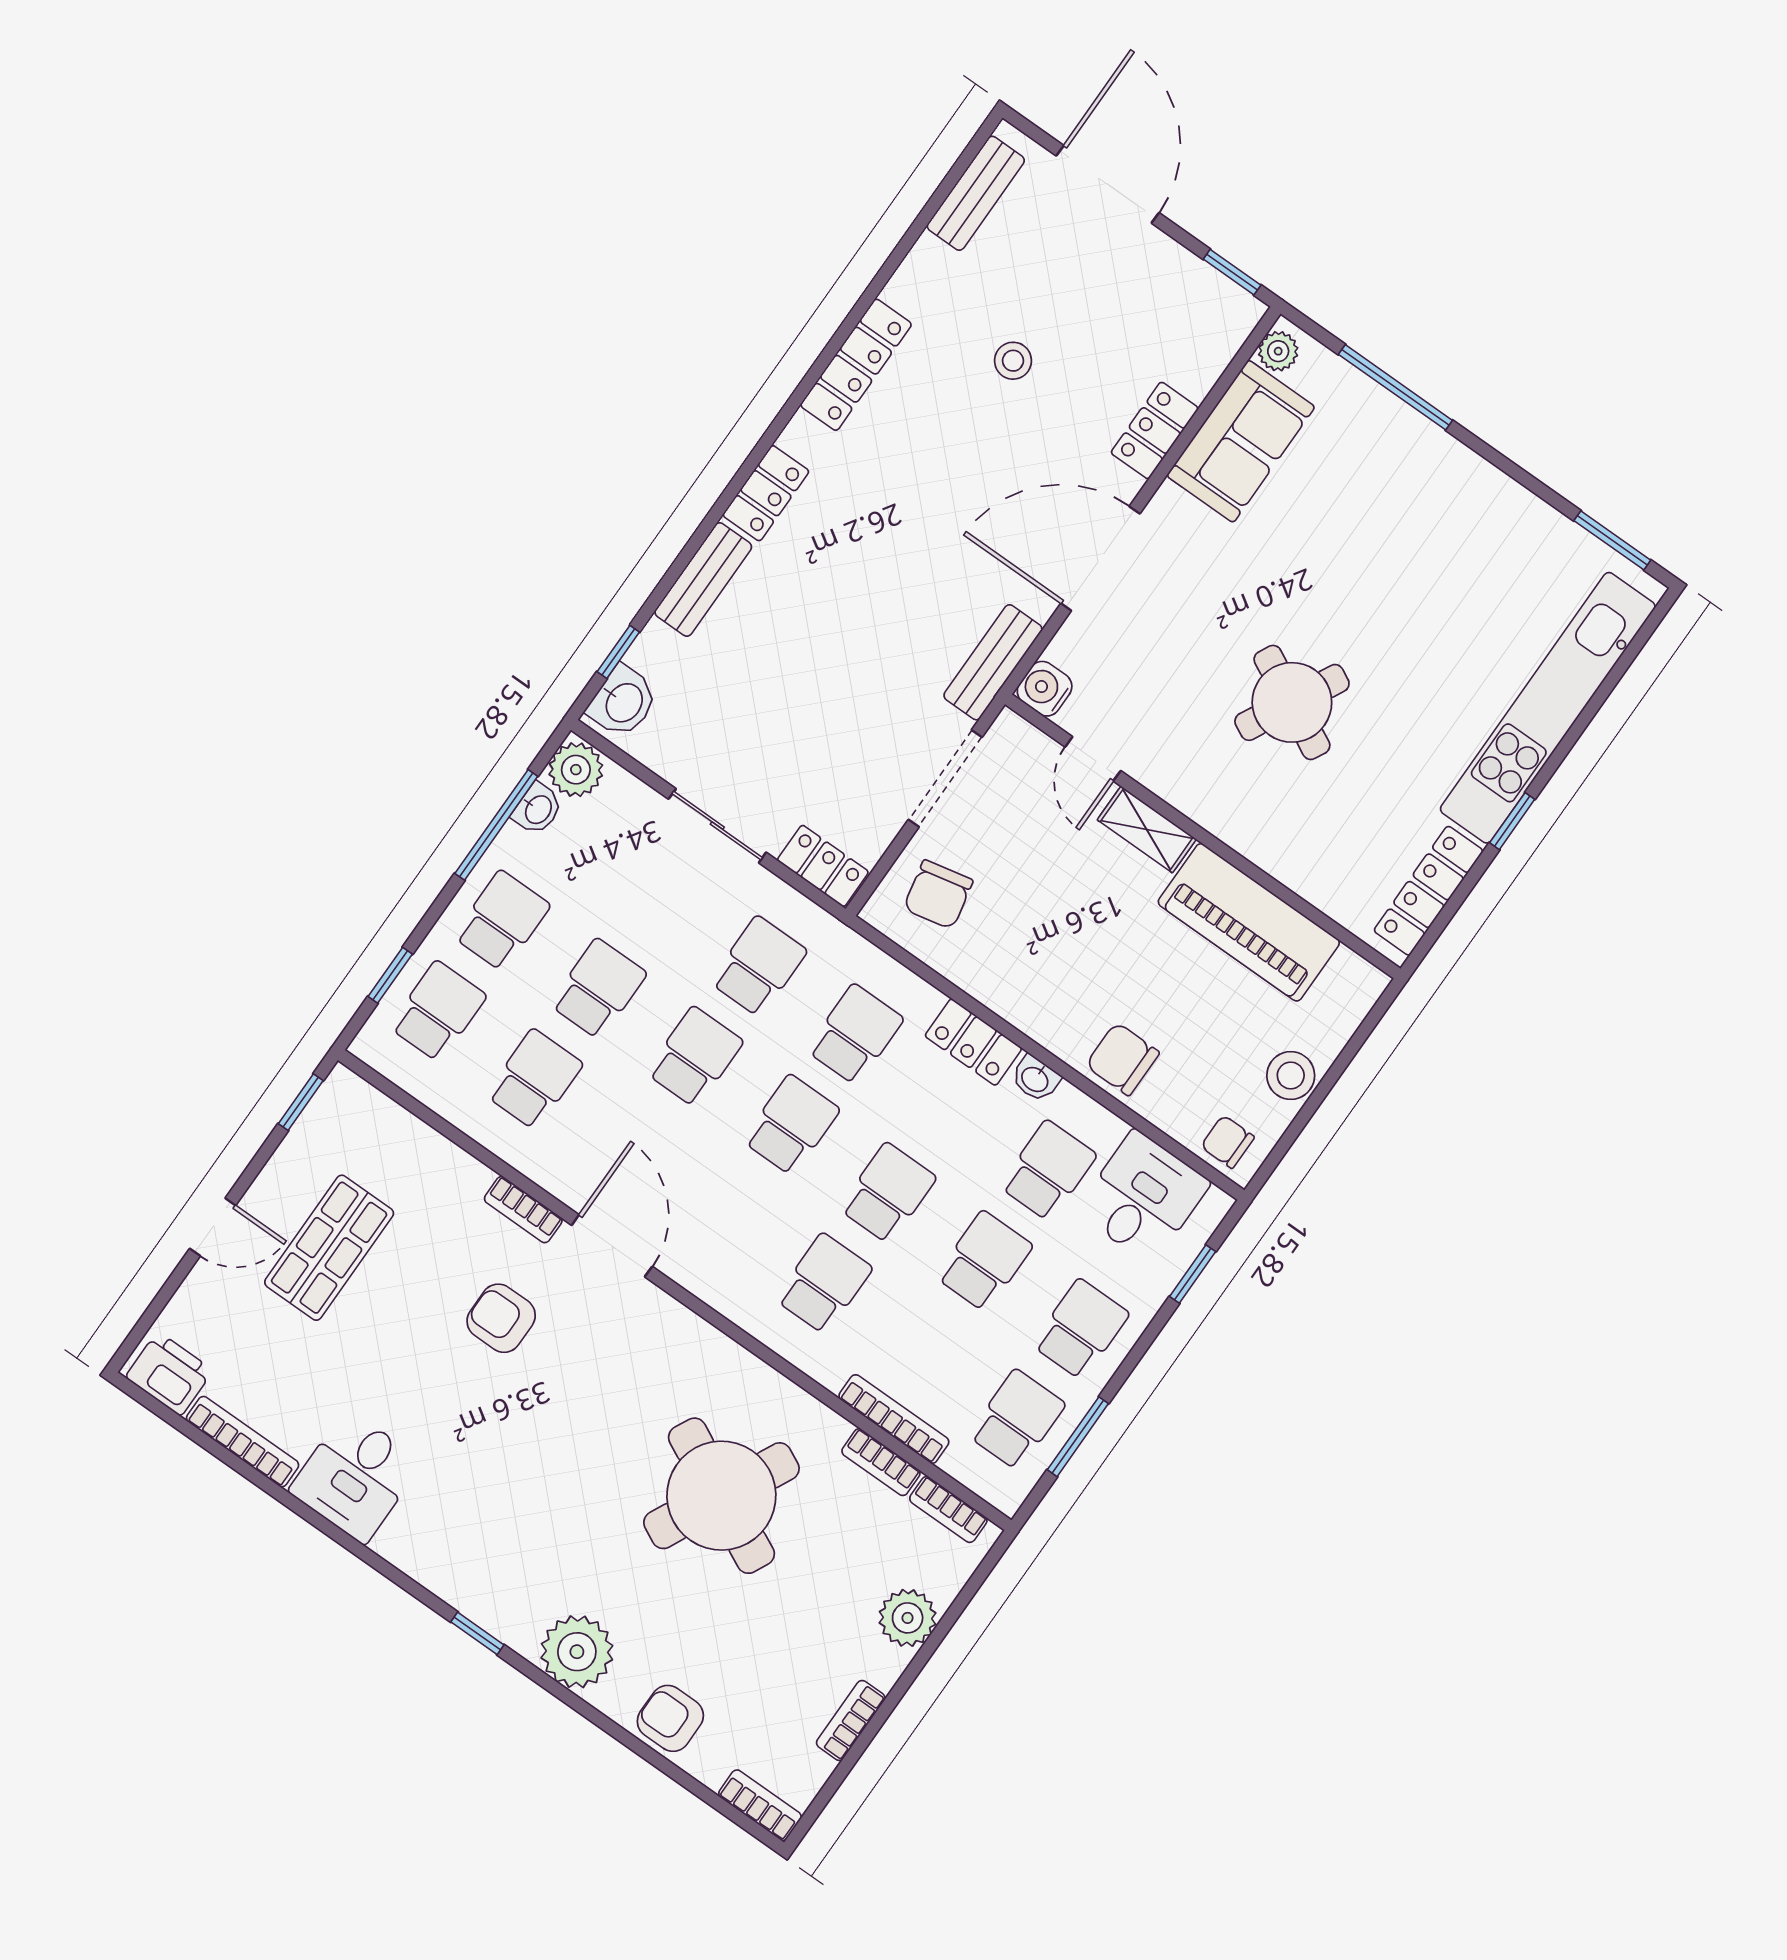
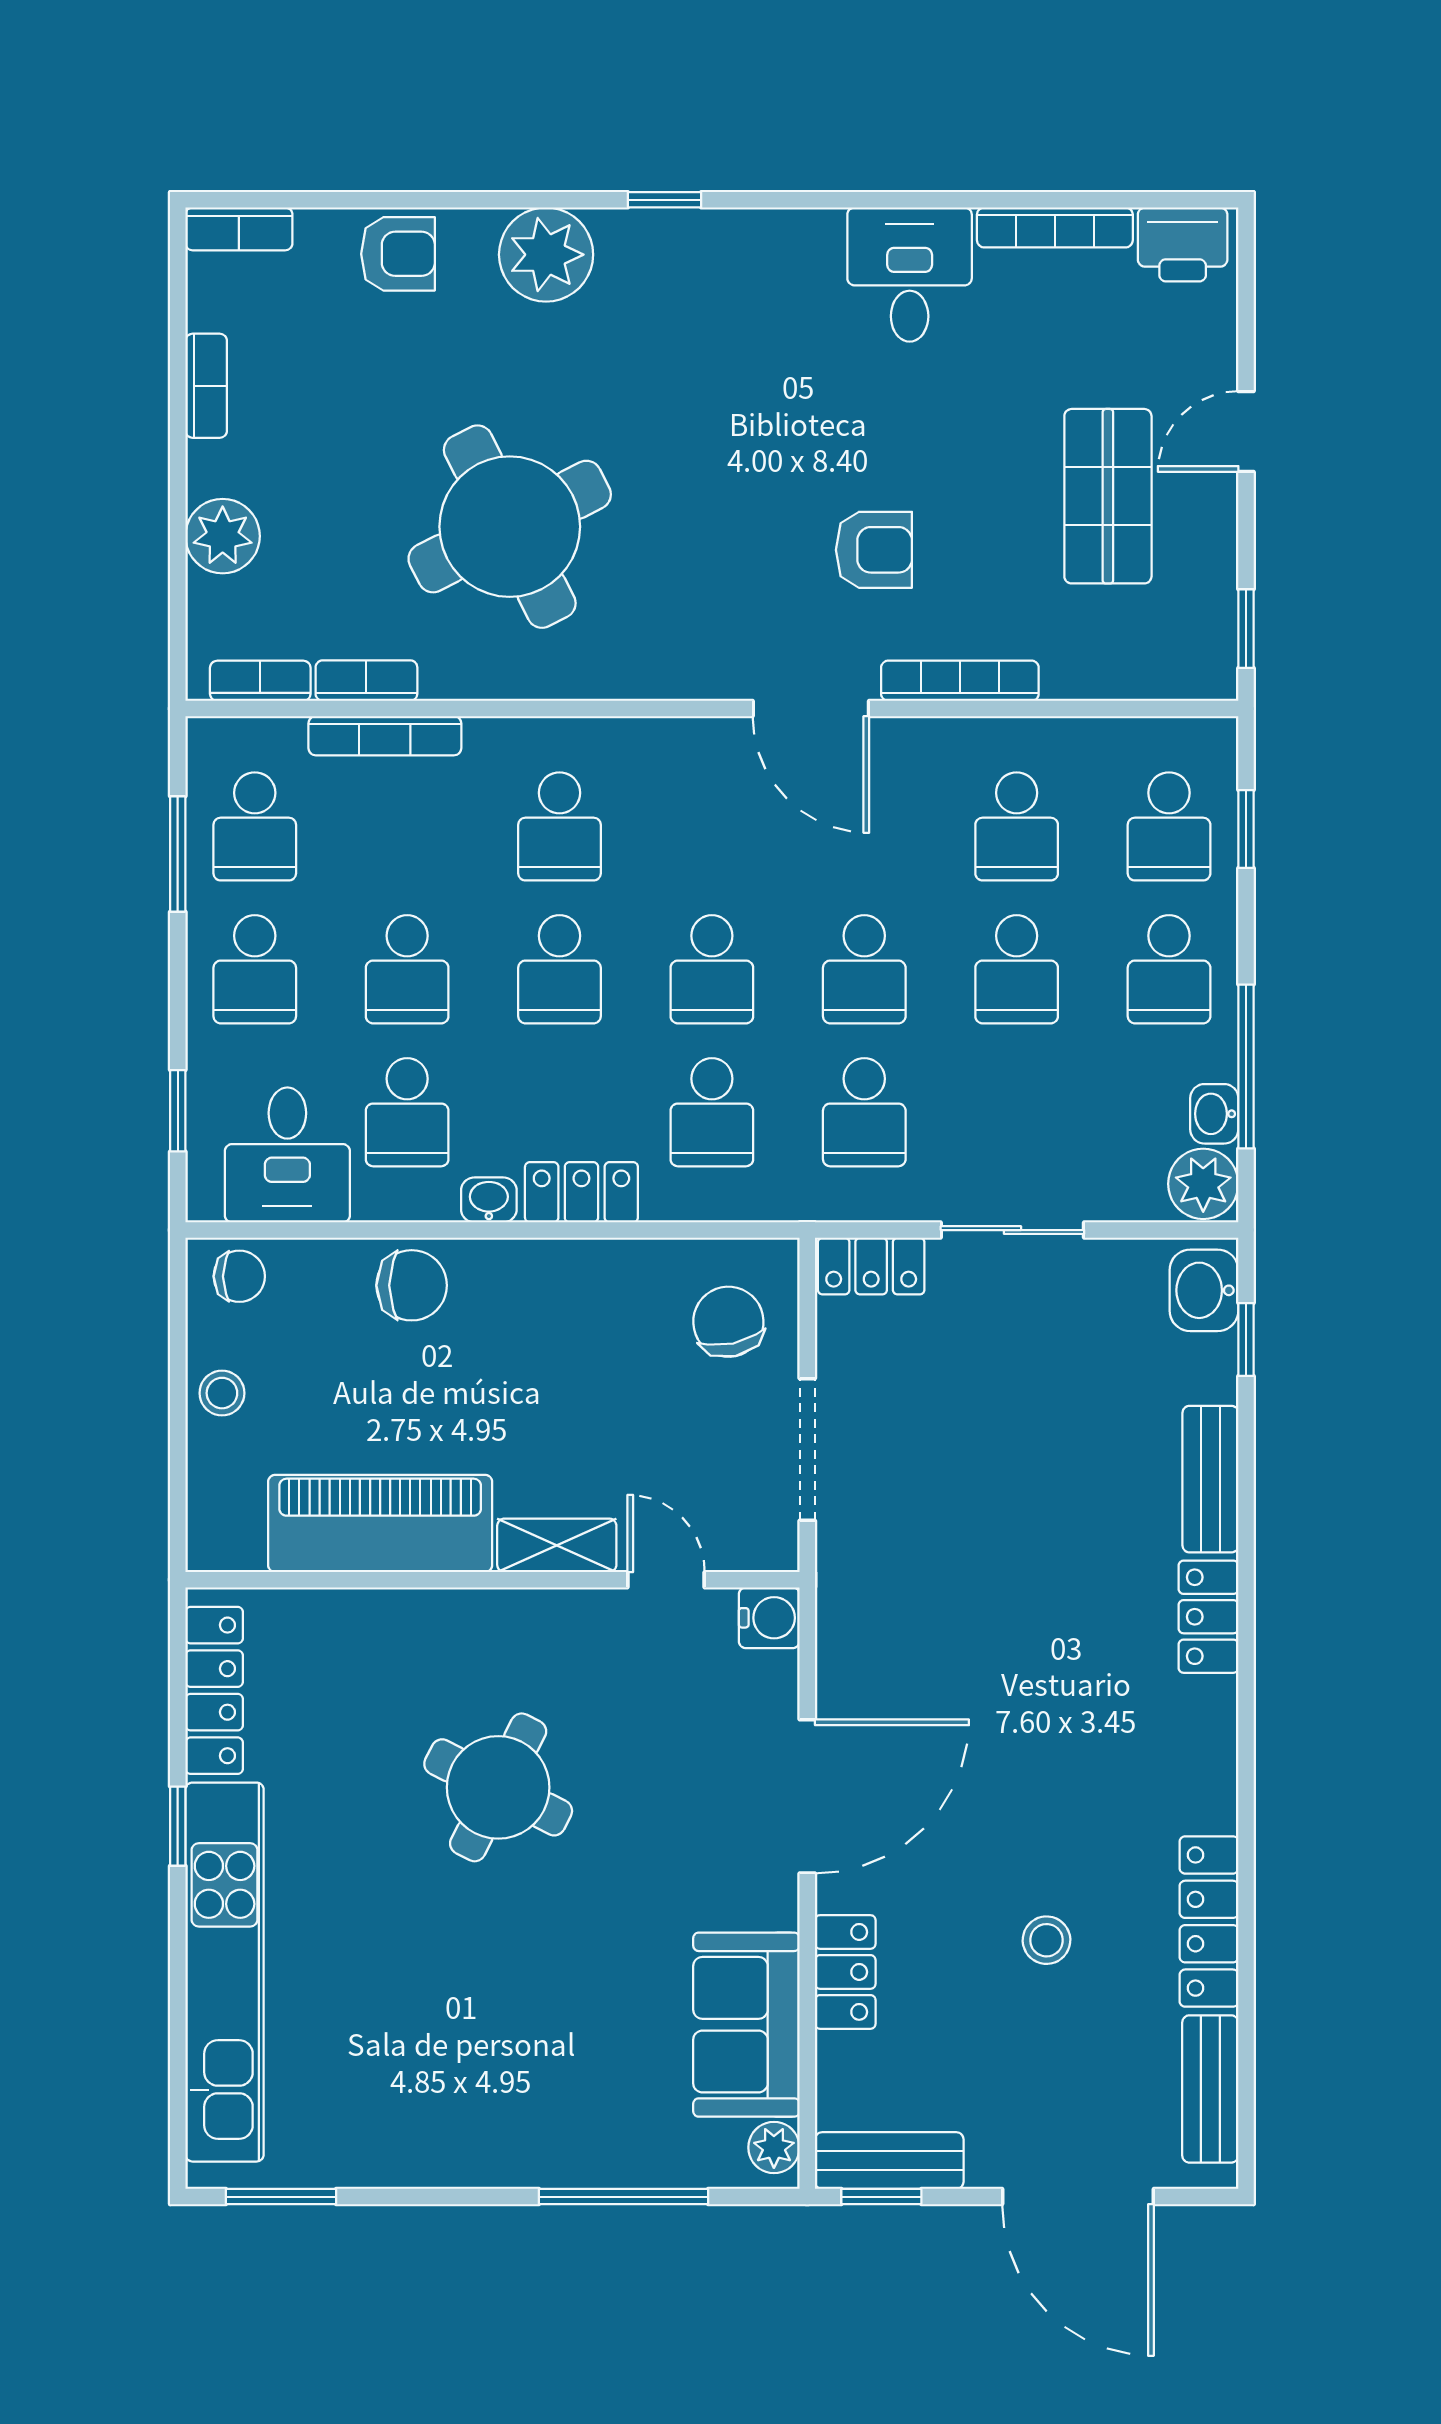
locker: (856, 365) -> (1209, 1922), moved
bench: (993, 662) -> (889, 2161), moved, turned 90
stool: (1291, 1076) -> (222, 1393), width x0.73, depth x0.73
bookcase: (523, 1210) -> (960, 681), width x1.56
round table: (721, 1496) -> (510, 527), turned 37

